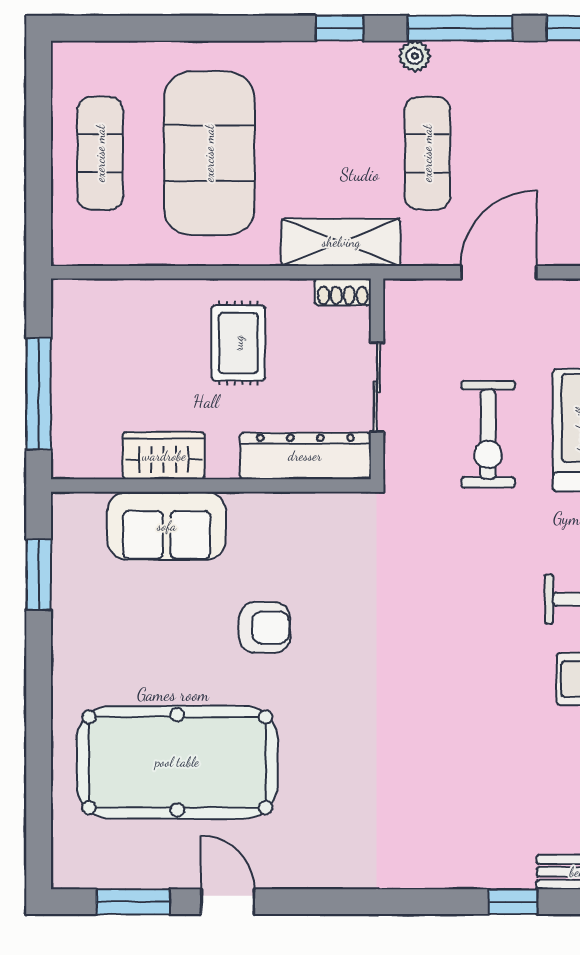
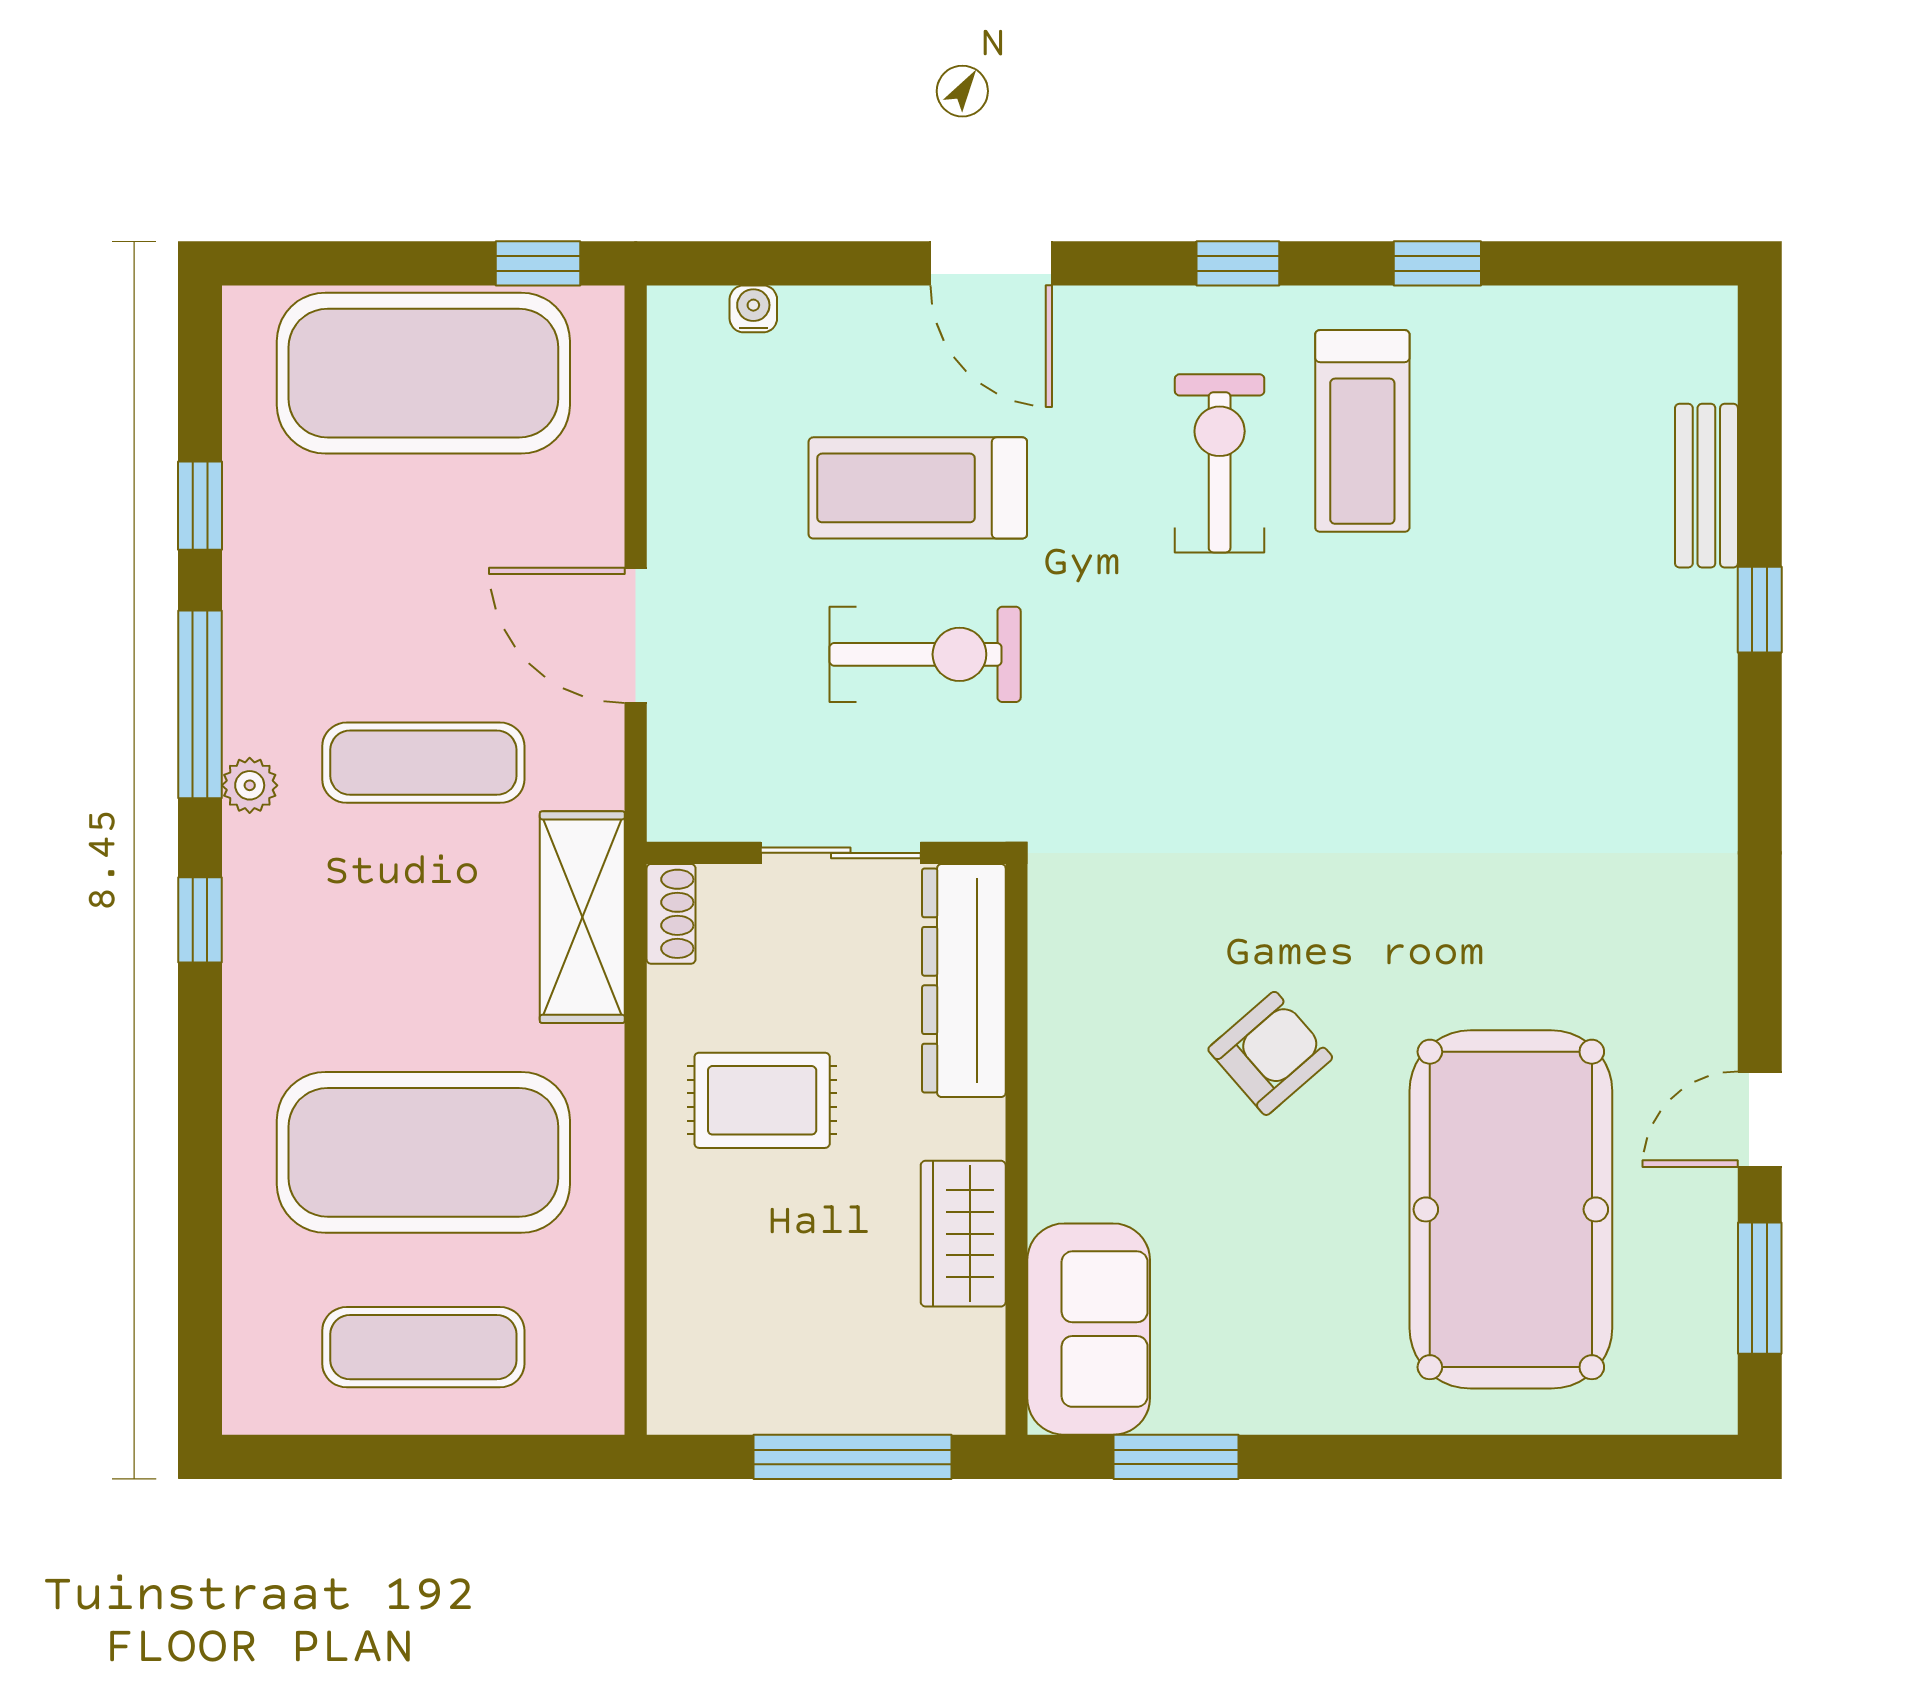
sofa: (167, 526) -> (1089, 1329), moved
armchair: (265, 628) -> (1270, 1053), turned 49

